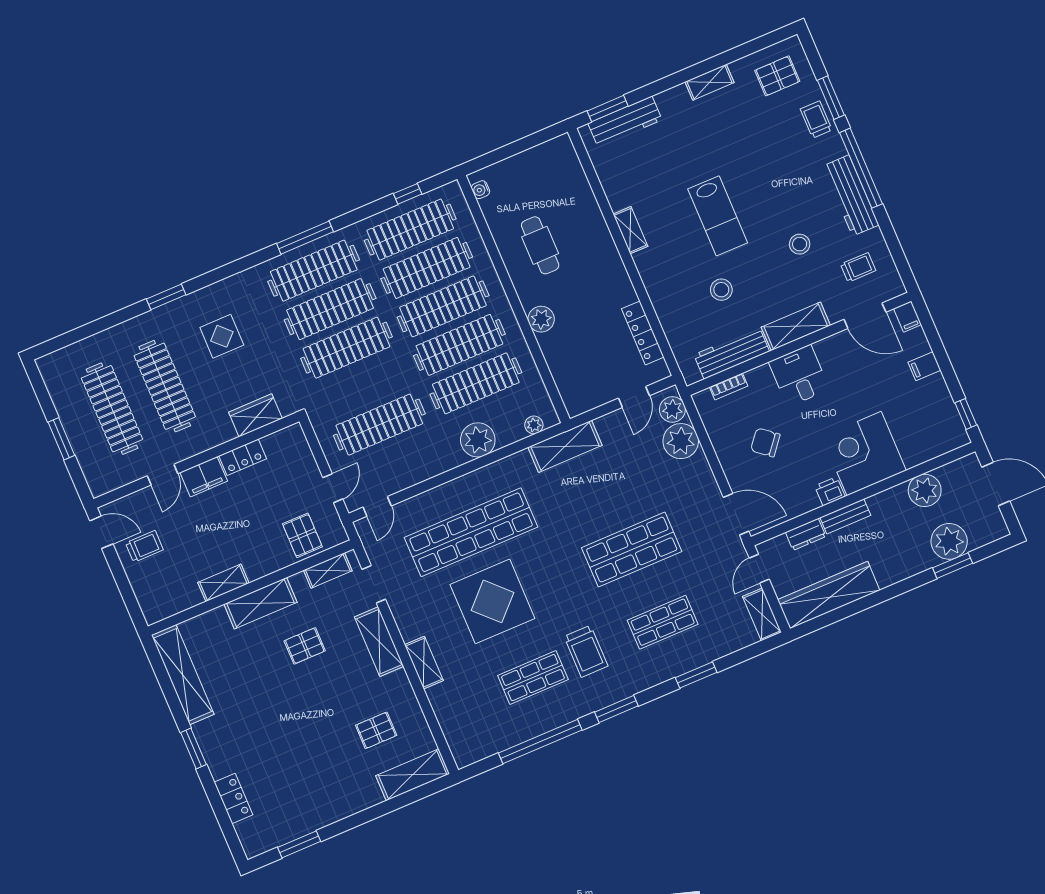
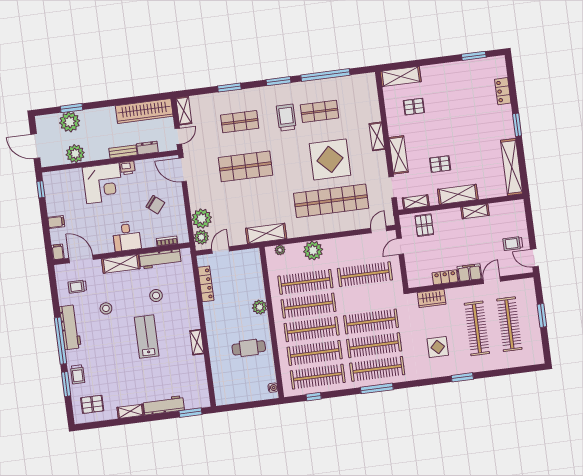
workbench: (625, 122) -> (164, 405), moved
cafe table: (540, 245) -> (249, 348), turned 90

